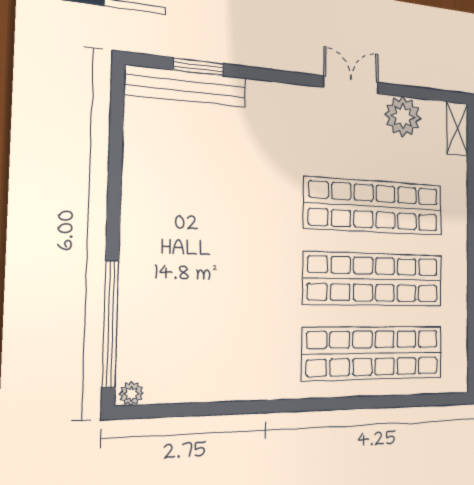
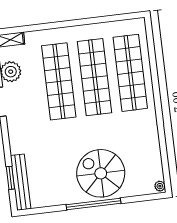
spiral stairs: (180, 263) -> (101, 173), added
window: (110, 324) -> (94, 204), moved

